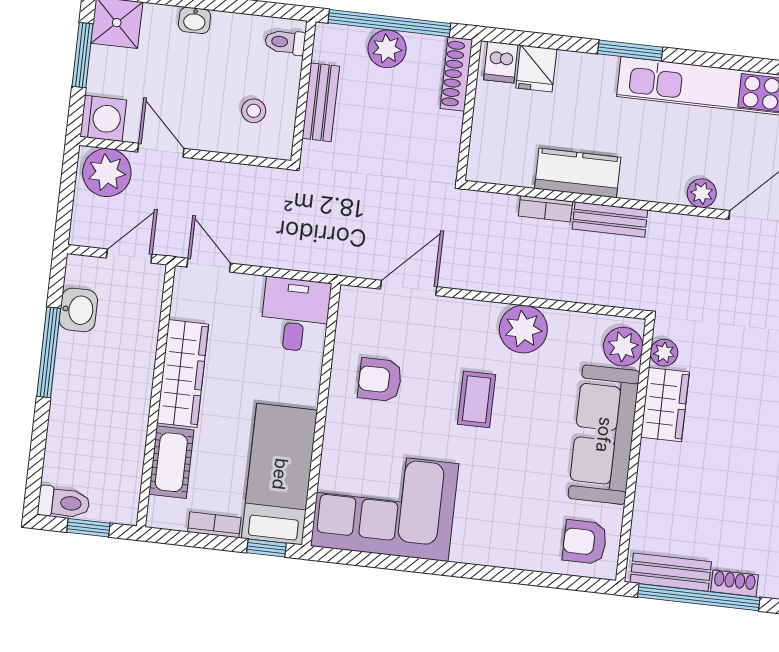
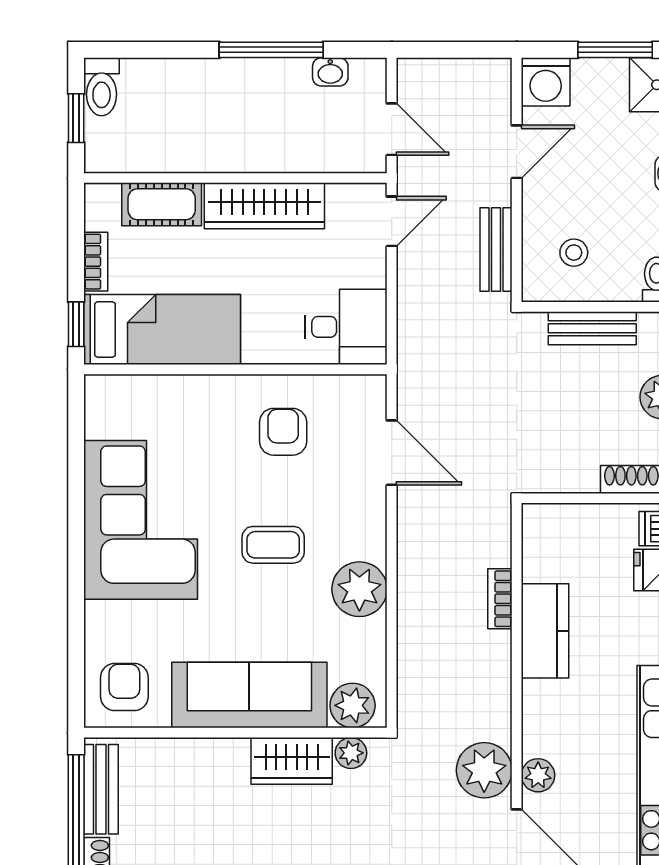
plant: (107, 173) -> (484, 770), moved
bench: (610, 220) -> (496, 250), moved
washbasin: (78, 310) -> (330, 72), width x0.72, depth x0.69
corner sofa: (385, 505) -> (141, 520), moved

